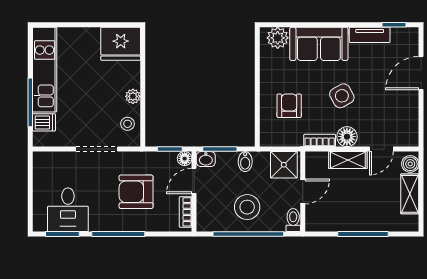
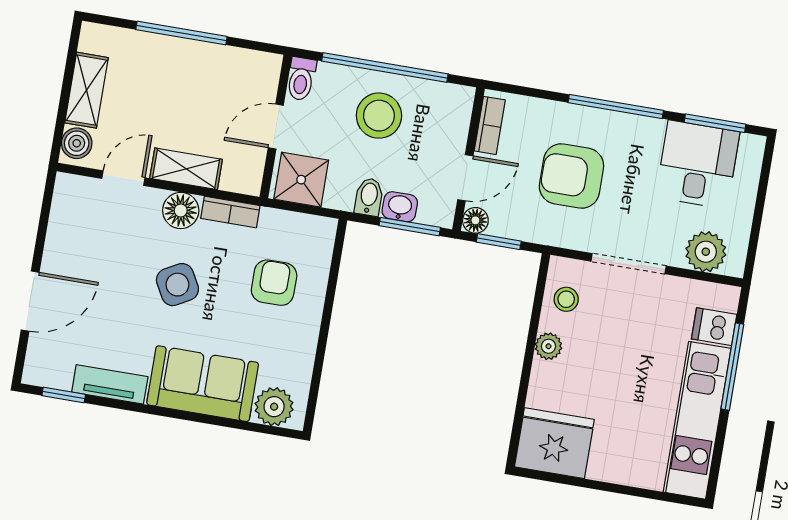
armchair: (289, 106) -> (274, 283), turned 180
washbasin: (206, 159) -> (400, 207), moved
plant: (55, 163) -> (706, 252), added
armchair: (136, 192) -> (571, 176), turned 180

